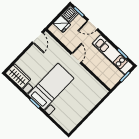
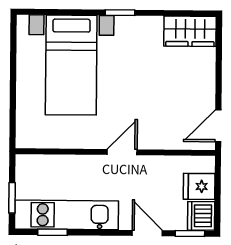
door: (92, 25) -> (147, 233), hinge flipped
door: (38, 38) -> (218, 126), hinge flipped
door: (76, 58) -> (122, 152), swing flipped
bed with nightstands: (51, 86) -> (71, 65), moved

